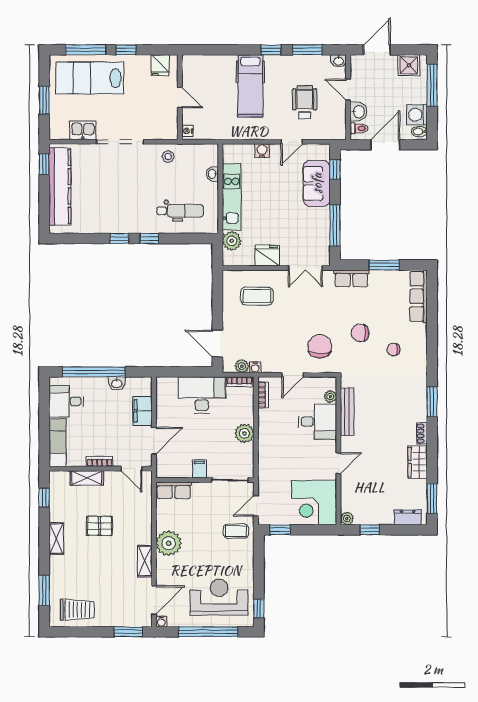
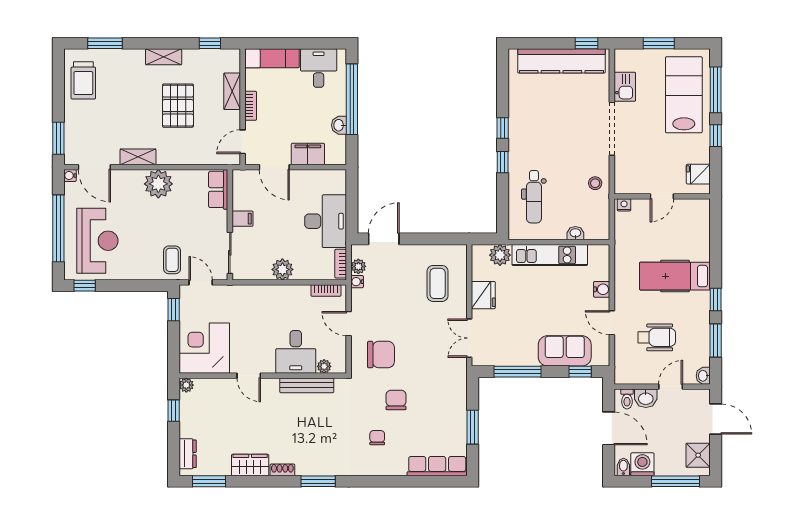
row of seats: (351, 278) -> (458, 390), removed
pallet: (99, 526) -> (178, 106), width x1.50, depth x1.42

